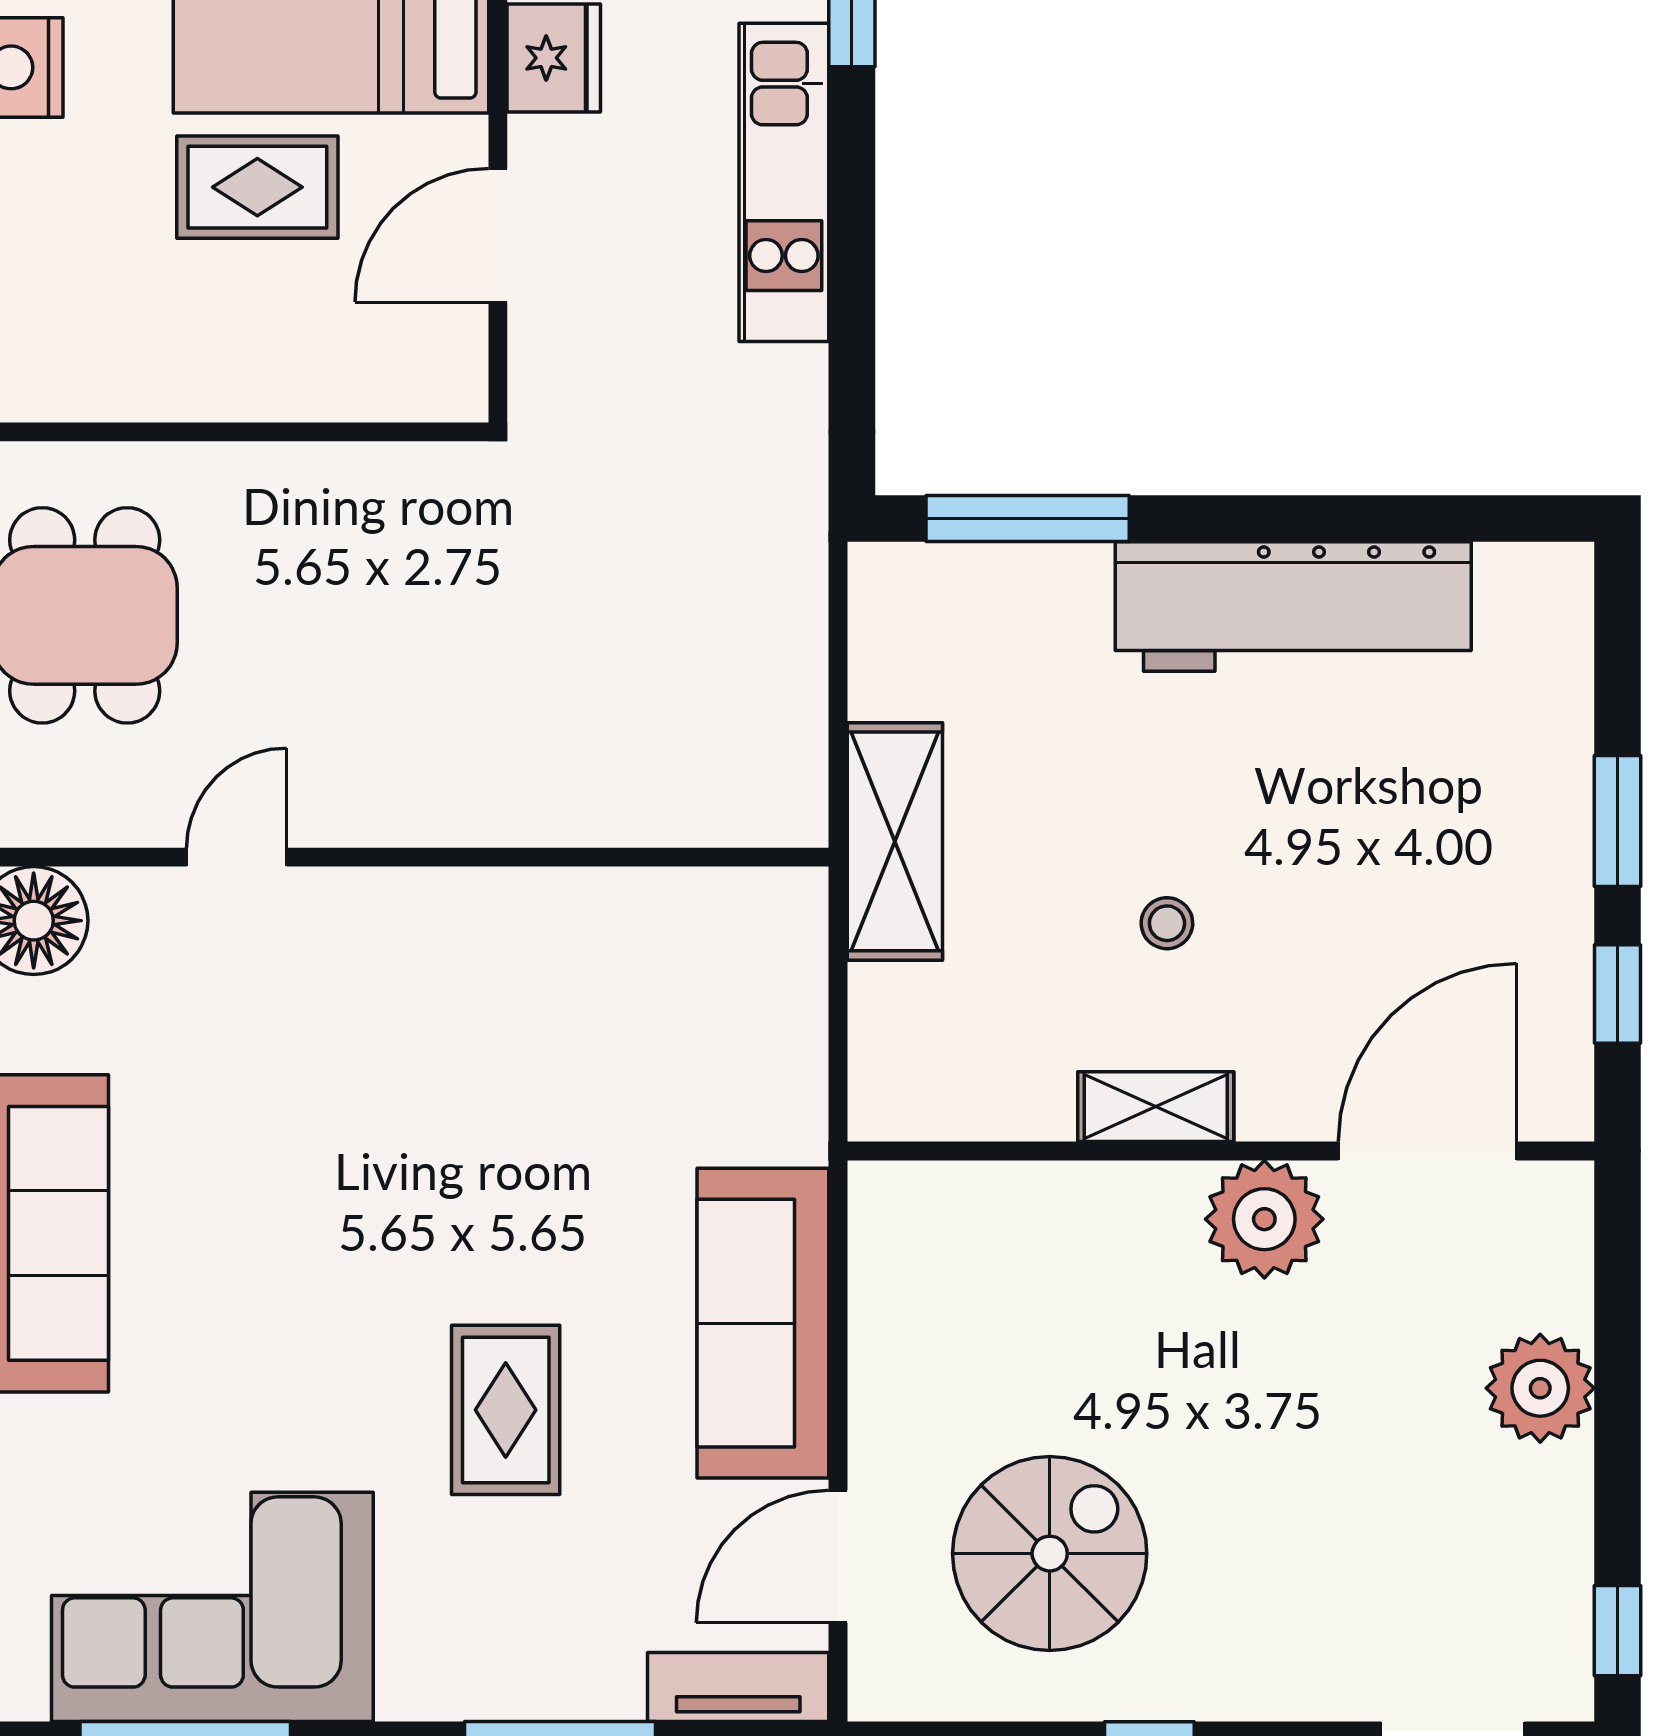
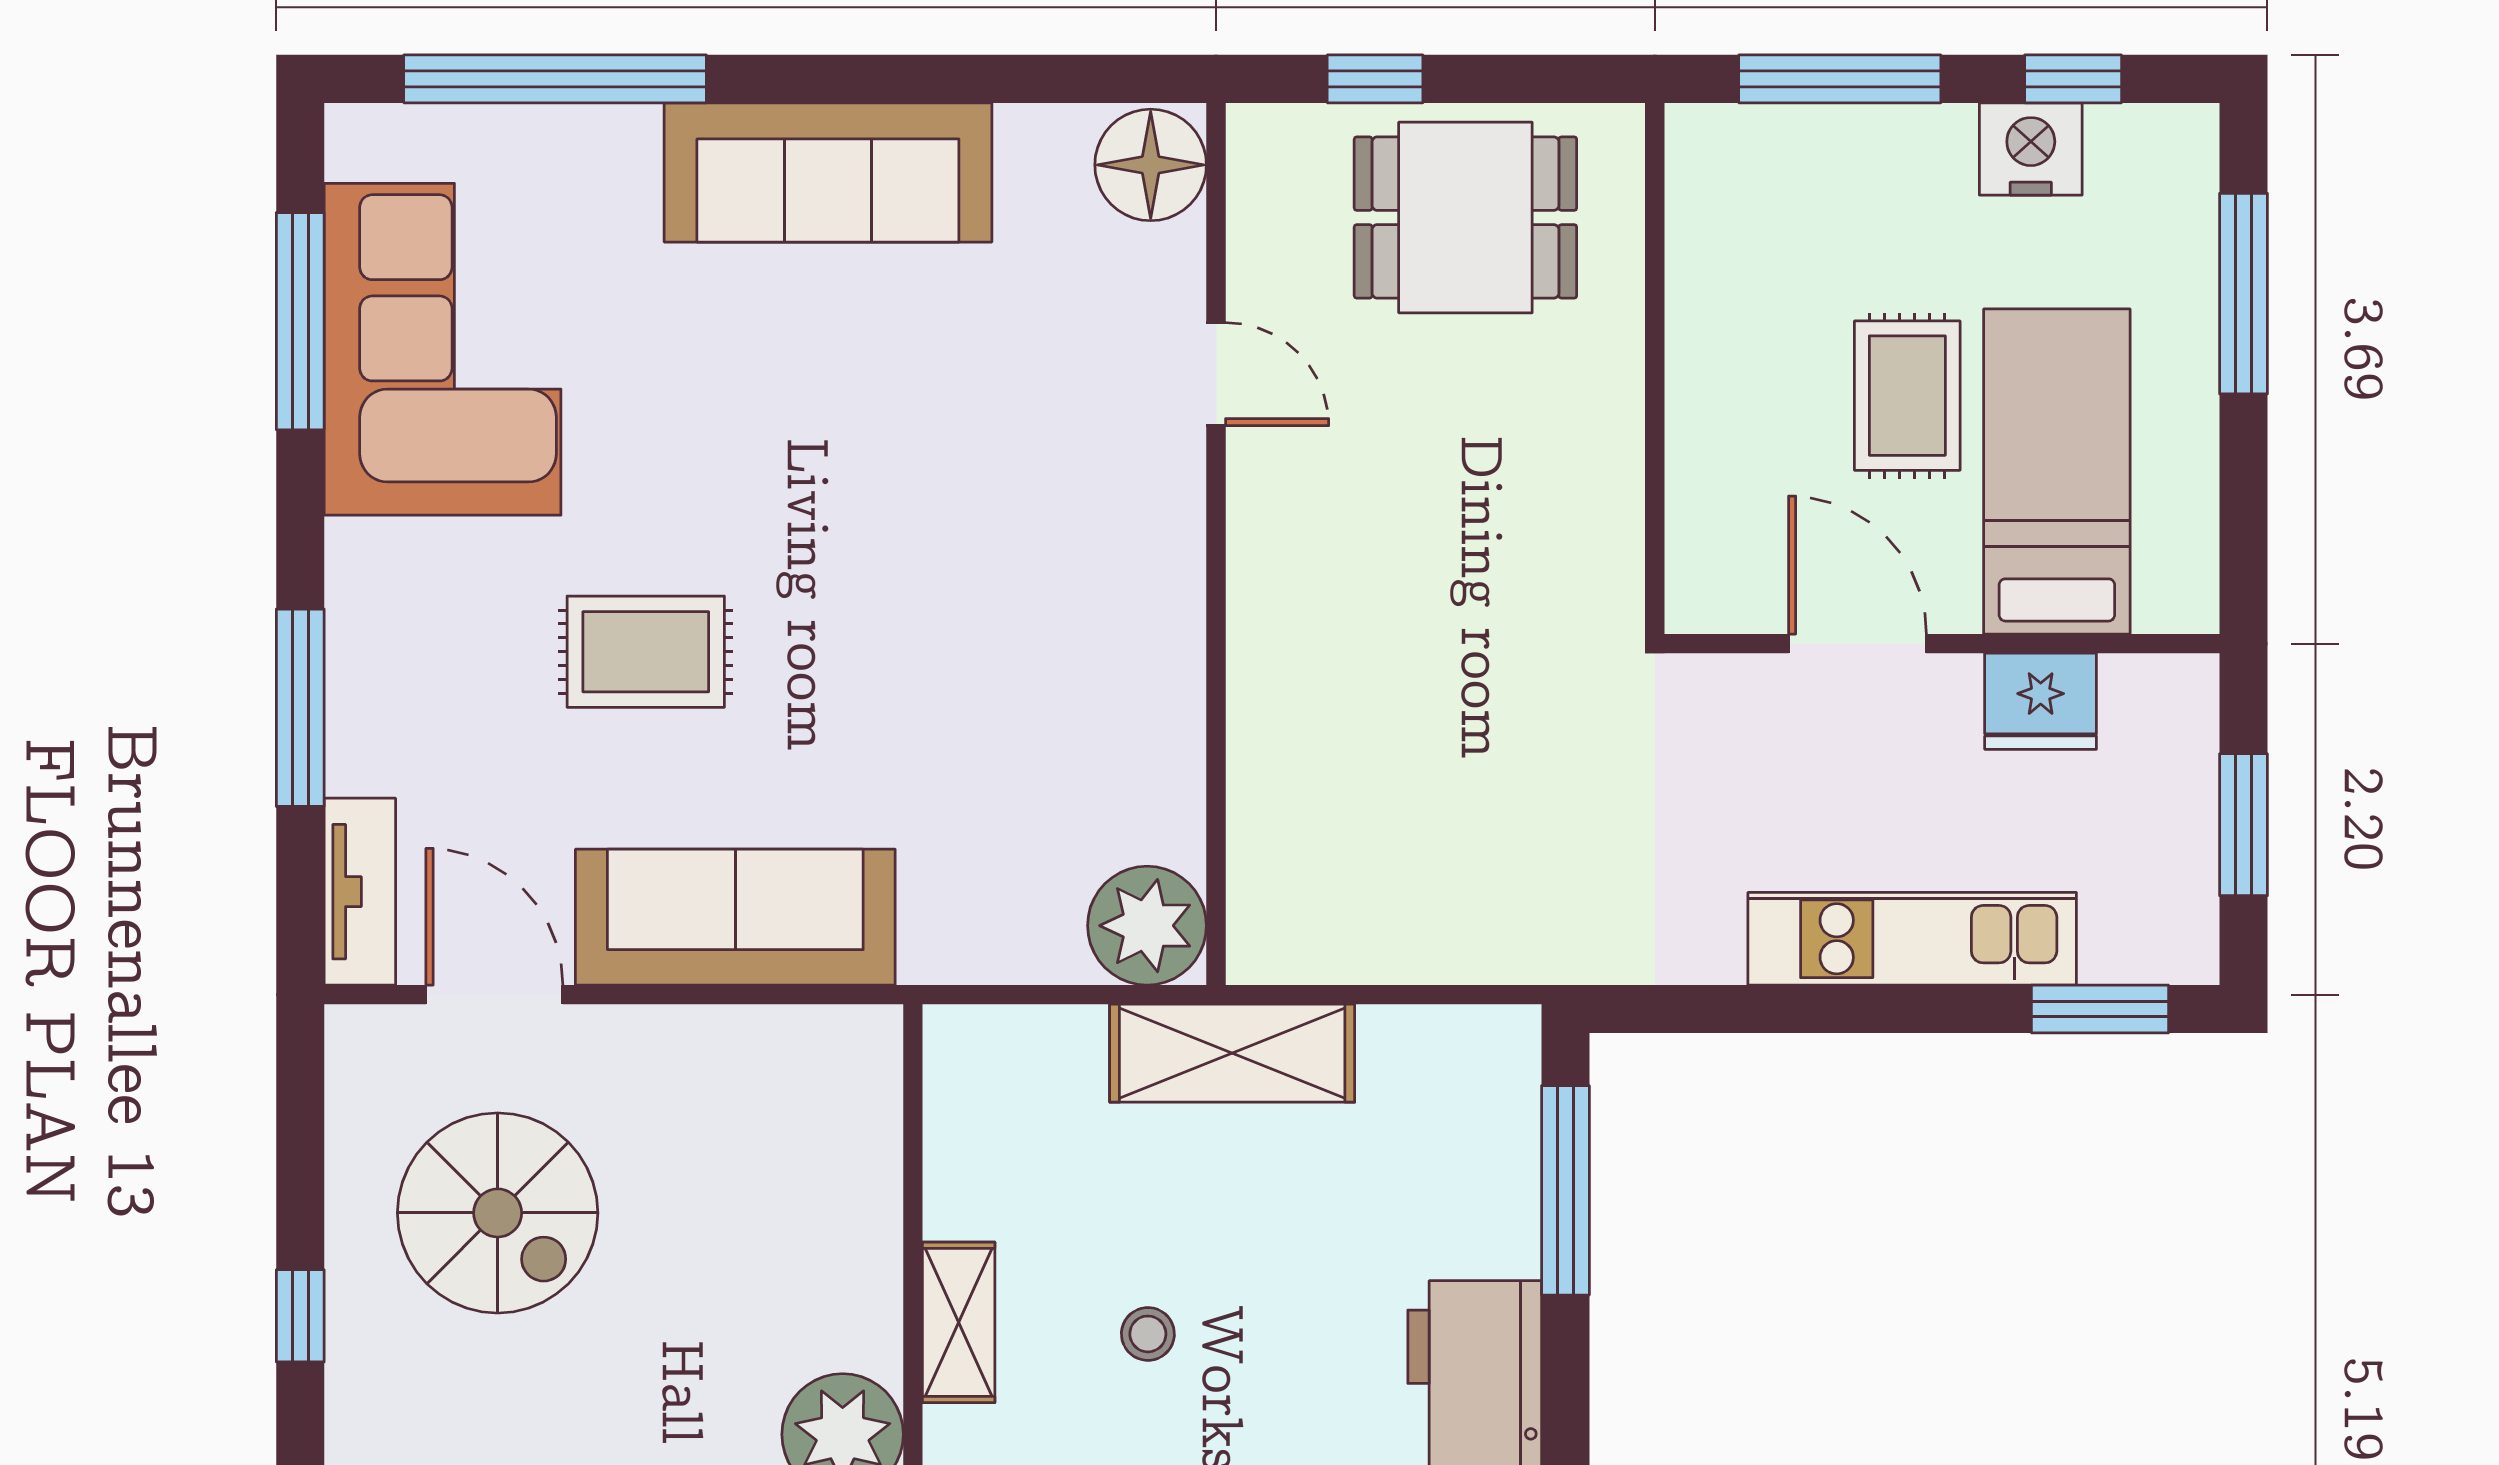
plant: (771, 924) -> (1147, 926), added

